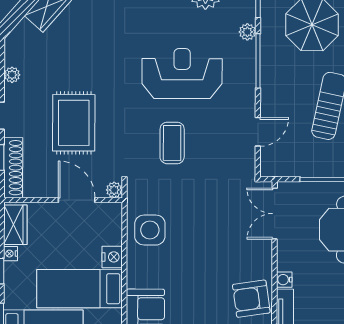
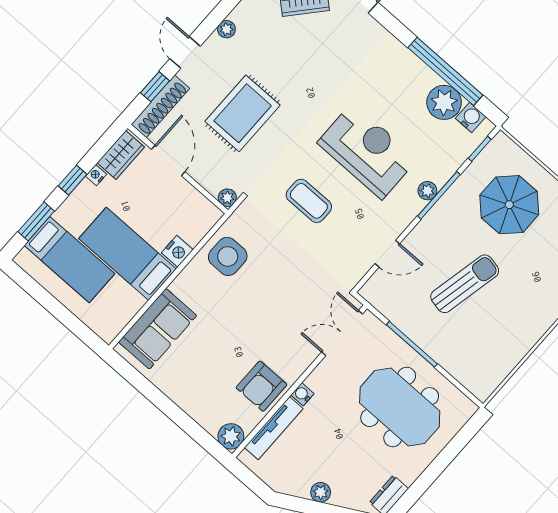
plant: (247, 32) -> (427, 191), moved
coffee table: (172, 143) -> (309, 201), turned 90
door: (77, 200) -> (168, 160), moved
armchair: (251, 299) -> (262, 386), turned -82

